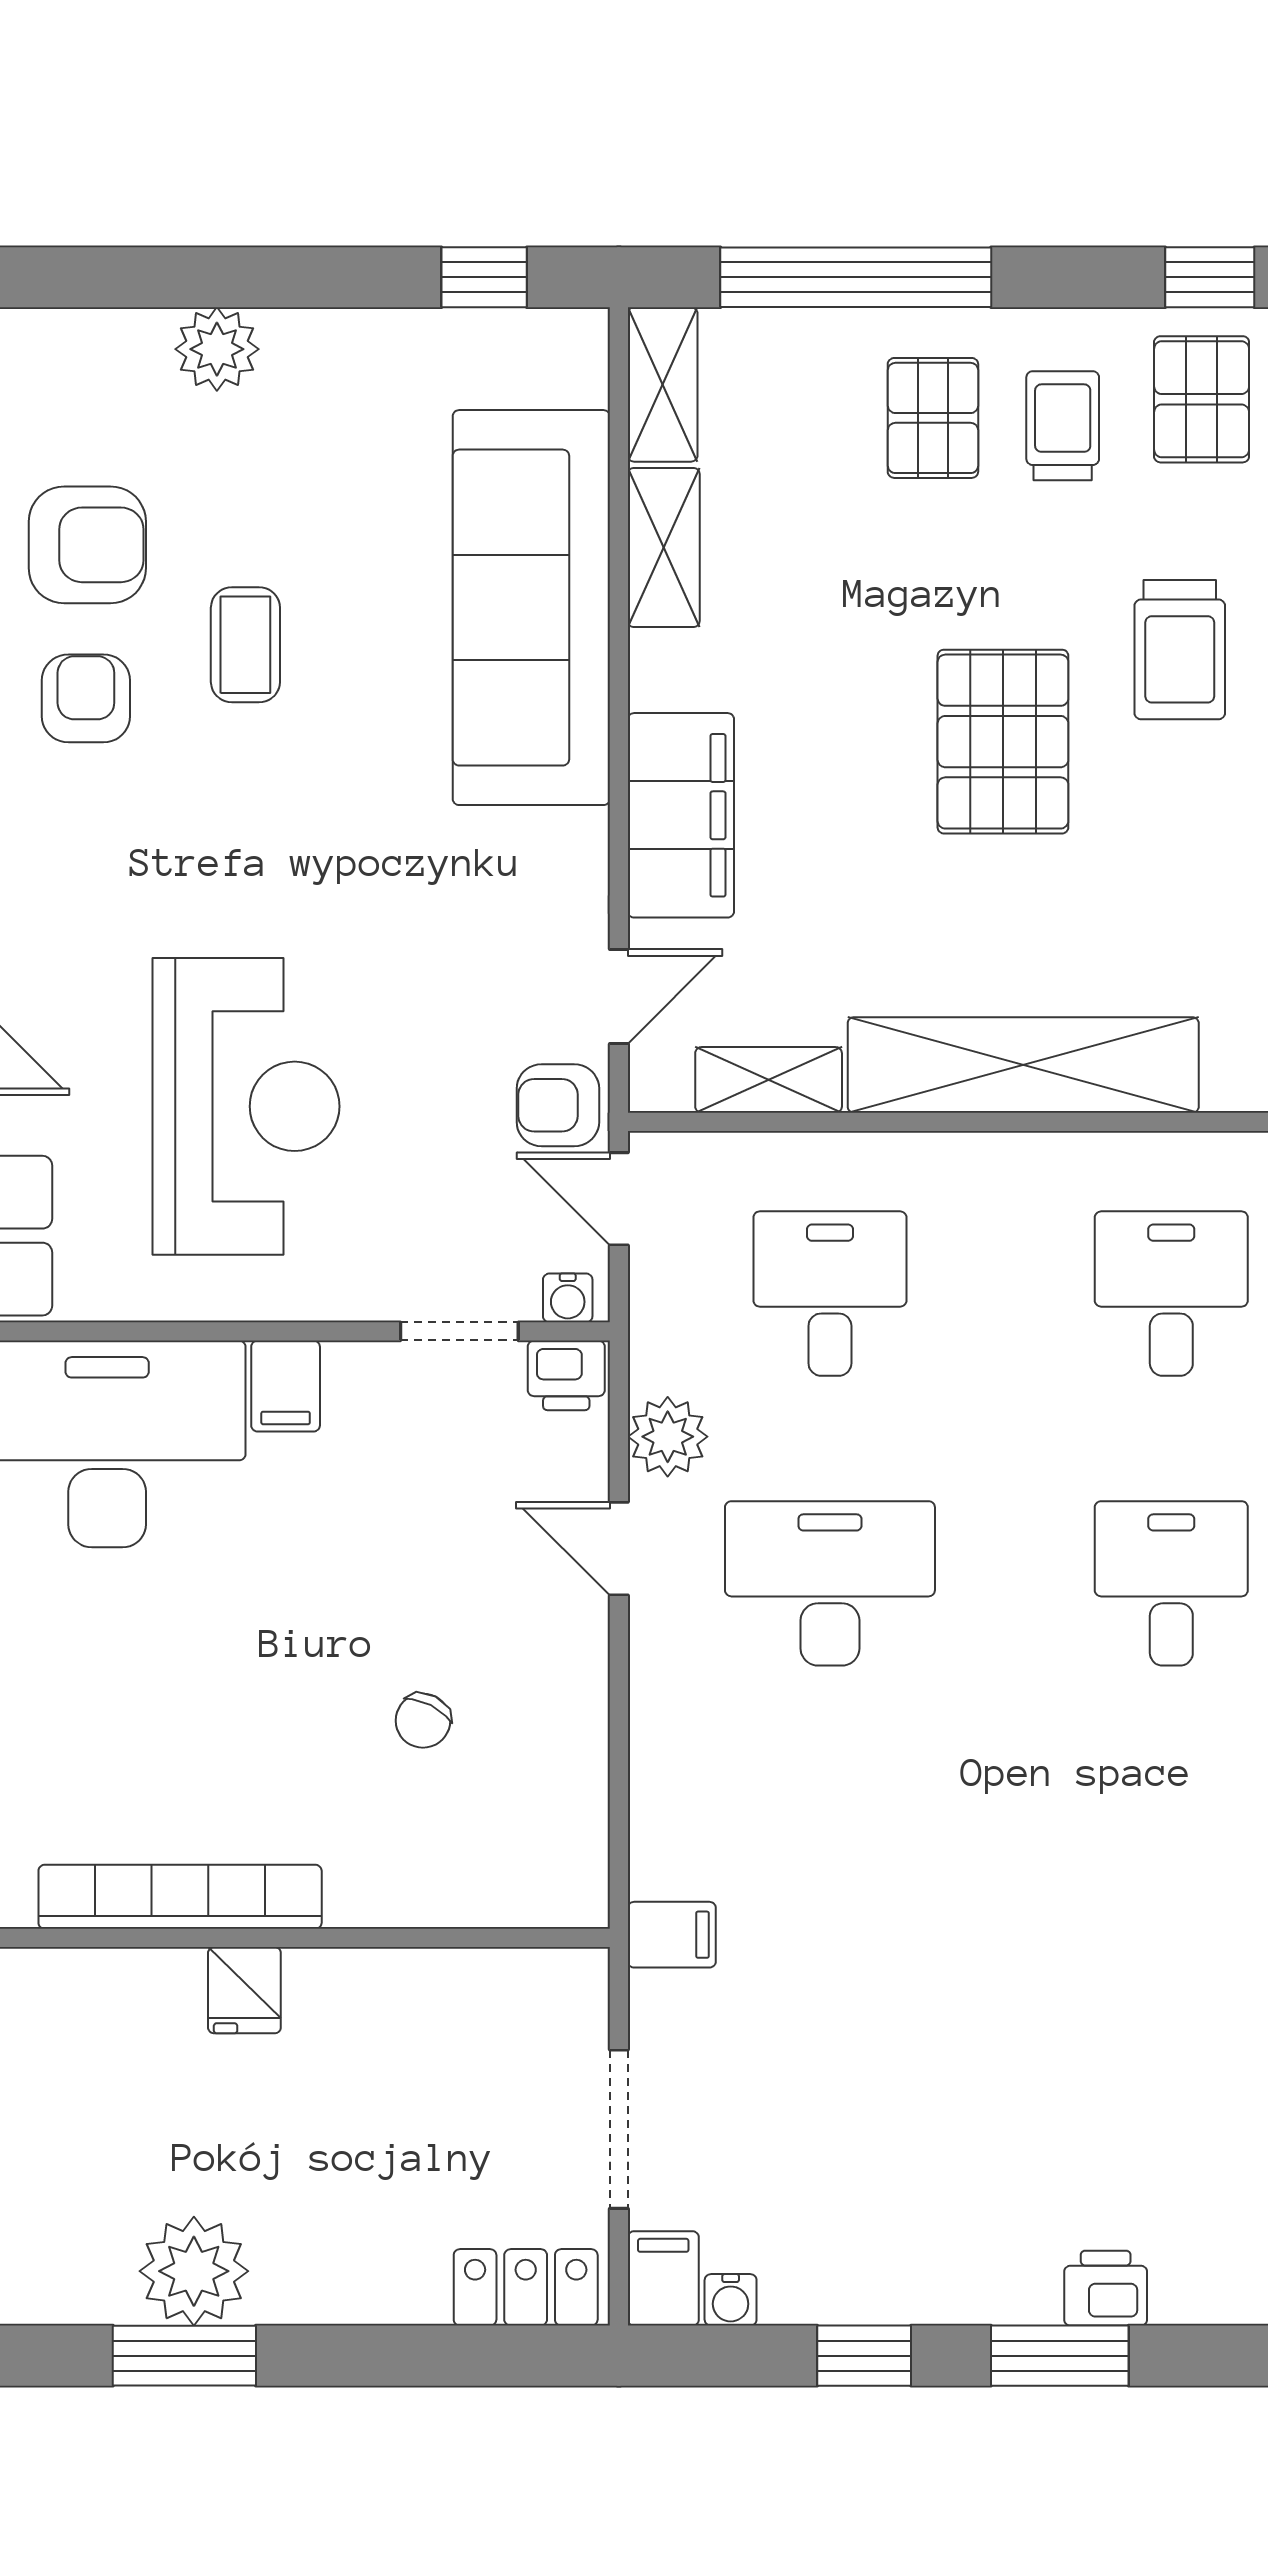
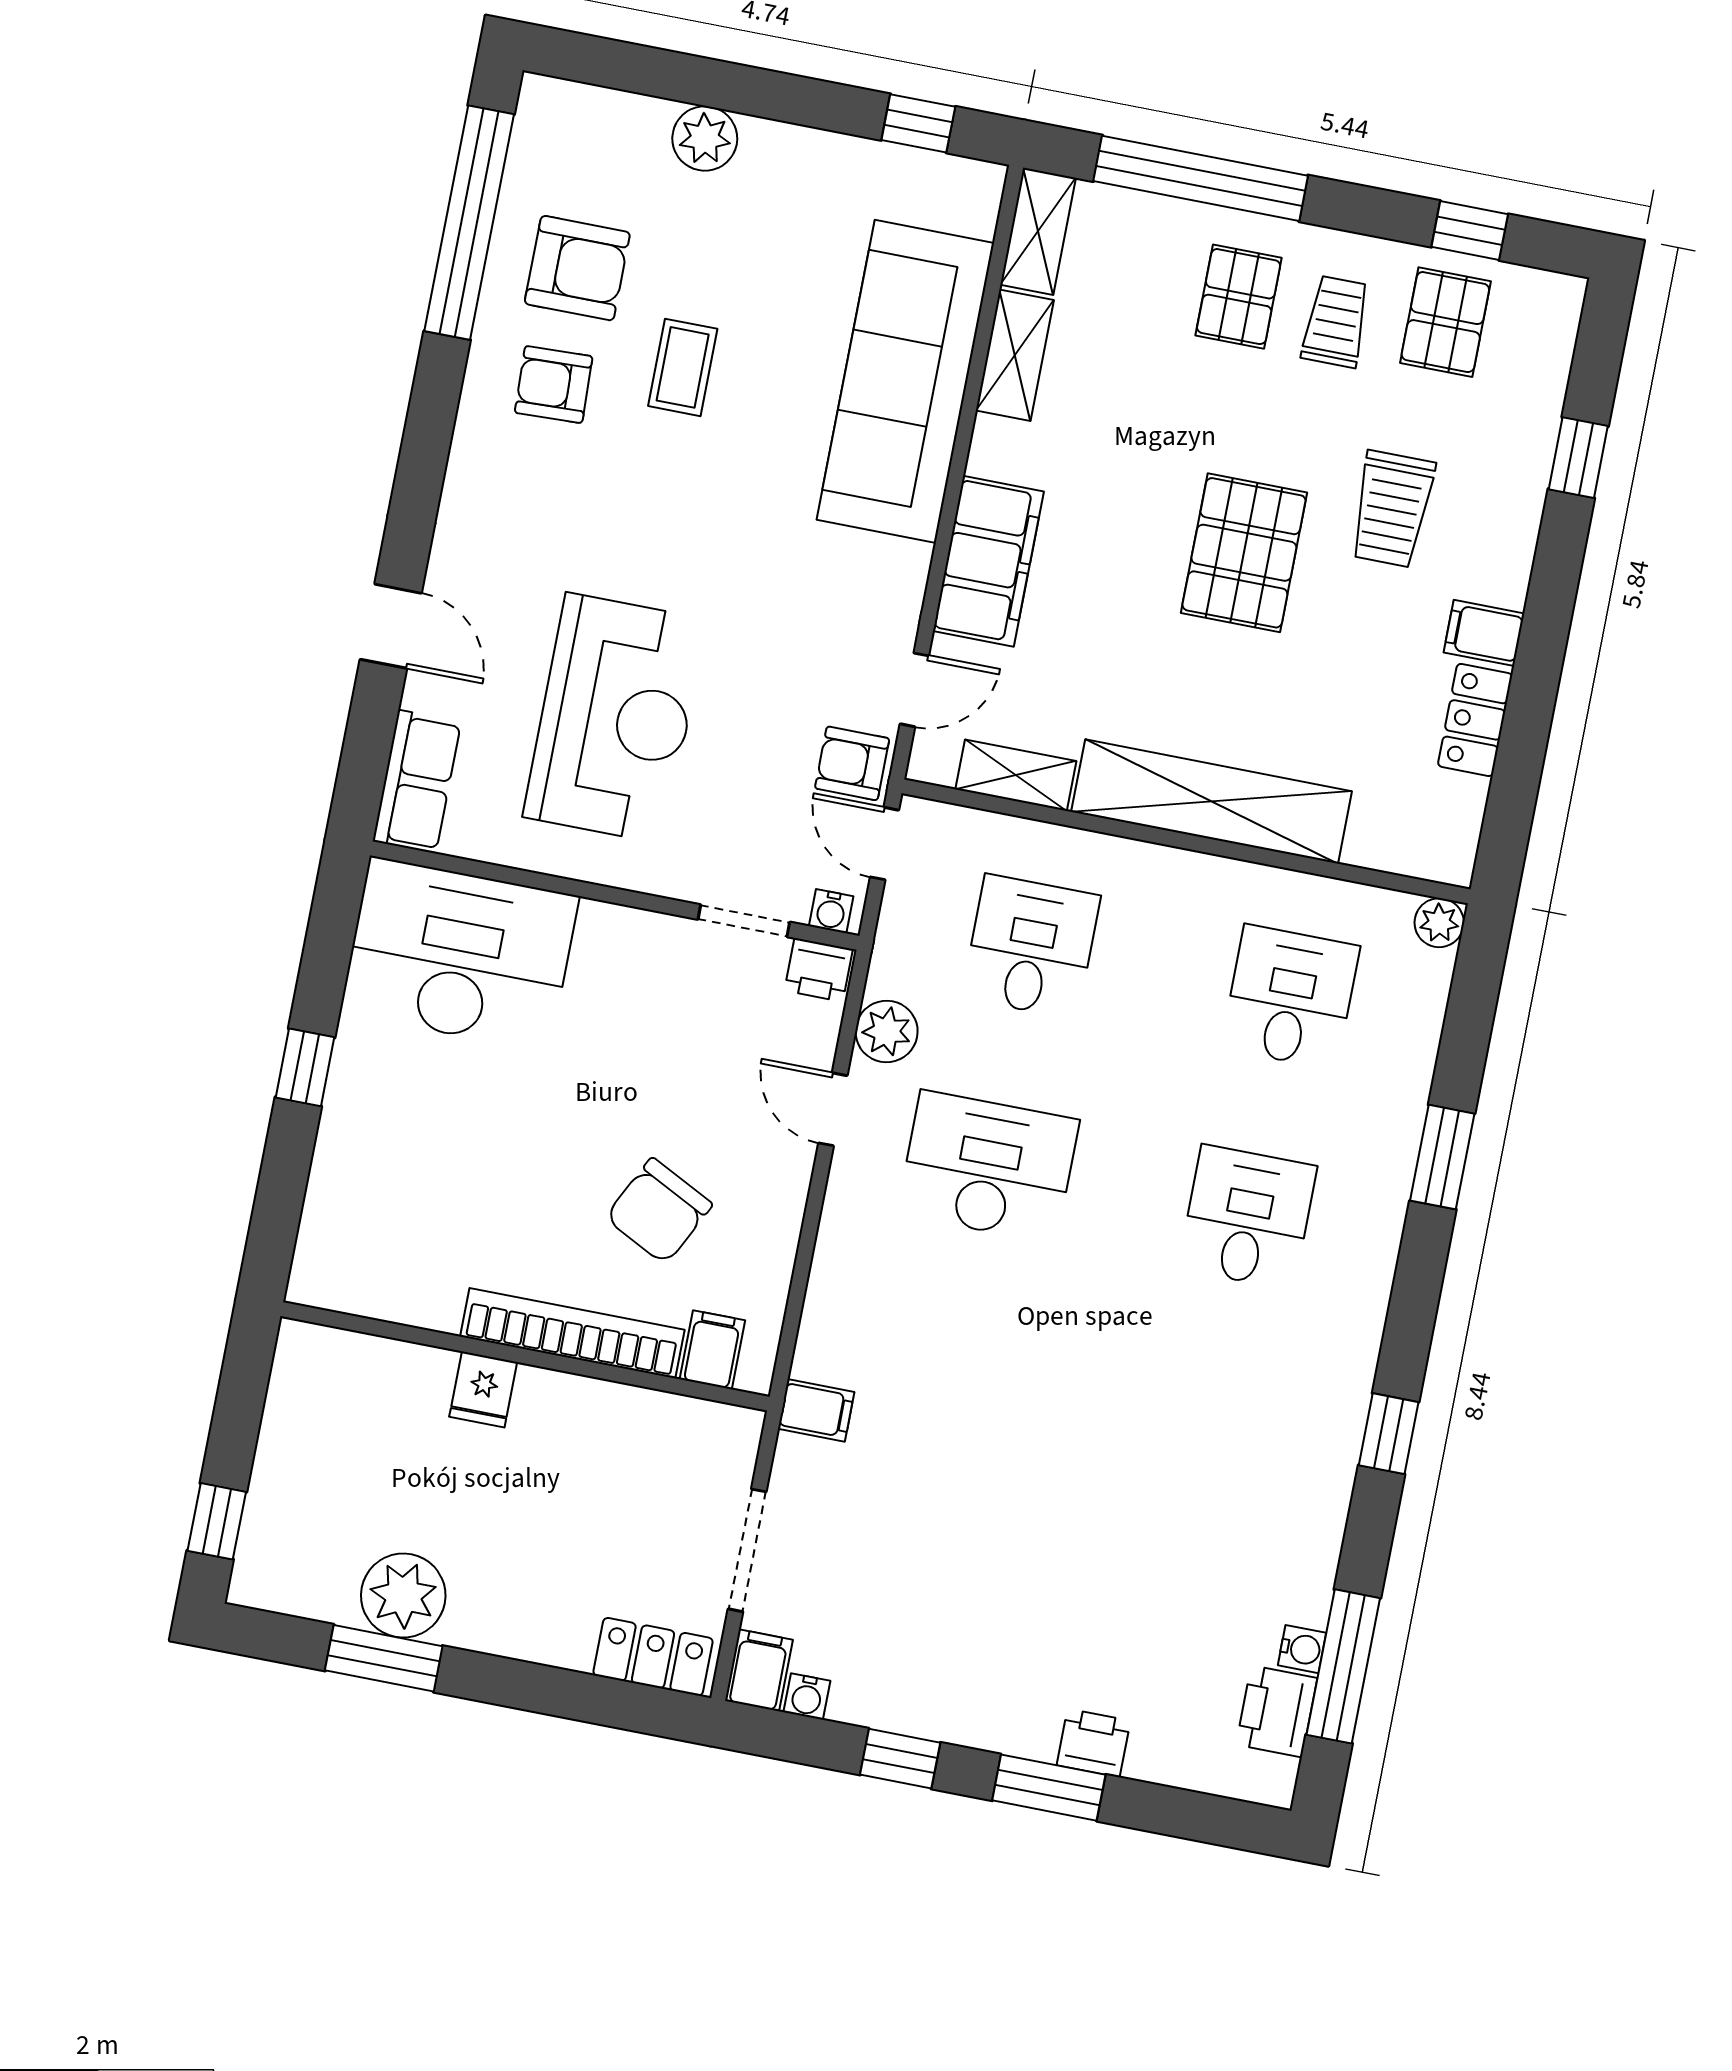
armchair: (86, 698) -> (554, 385), turned -92
filing cabinet: (286, 1386) -> (712, 1350), moved, turned 180
chair: (423, 1721) -> (659, 1211), width x1.87, depth x1.87
bookcase: (180, 1897) -> (572, 1333), moved

